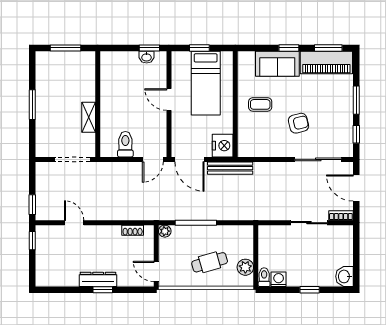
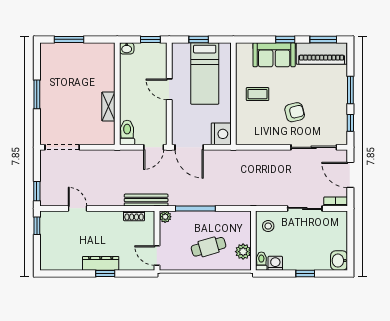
washbasin: (147, 57) -> (127, 48), moved
wall: (98, 104) -> (117, 94), moved
shelving: (89, 117) -> (108, 106), moved
doorway: (72, 159) -> (62, 147), moved
bench: (230, 168) -> (146, 200), moved
stool: (271, 241) -> (268, 226), added

